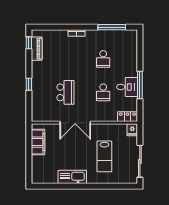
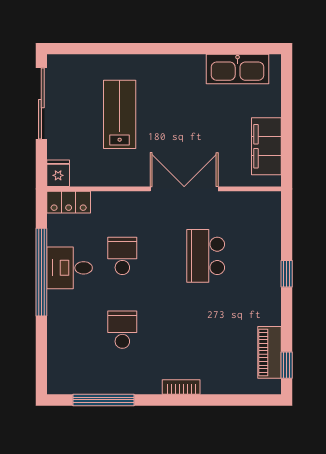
window: (140, 85) -> (41, 272), width x1.46
kitchen sink: (72, 177) -> (238, 69), moved

